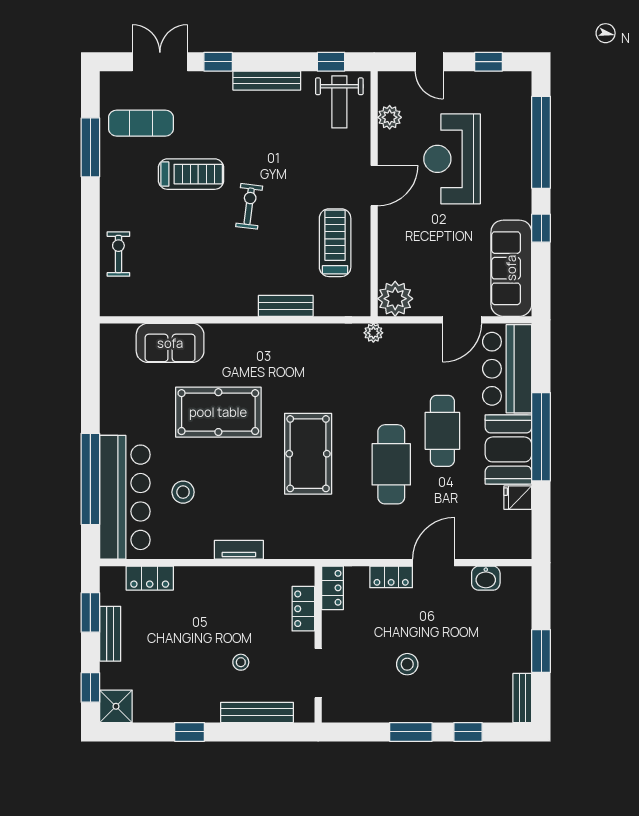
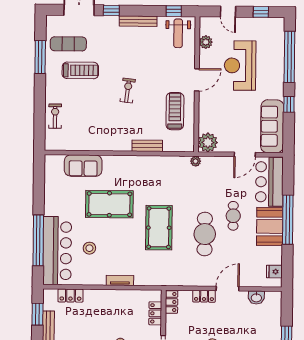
treadmill: (191, 174) -> (80, 70), moved
cafe table: (442, 431) -> (233, 216), width x0.73, depth x0.74
fridge: (518, 498) -> (274, 272), moved

